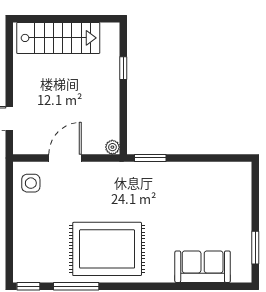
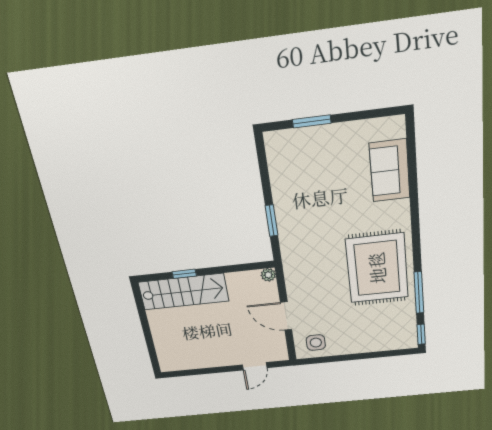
stairs: (58, 38) -> (184, 292), moved, turned 90
window: (150, 158) -> (272, 221), moved
window: (255, 248) -> (312, 121), moved

